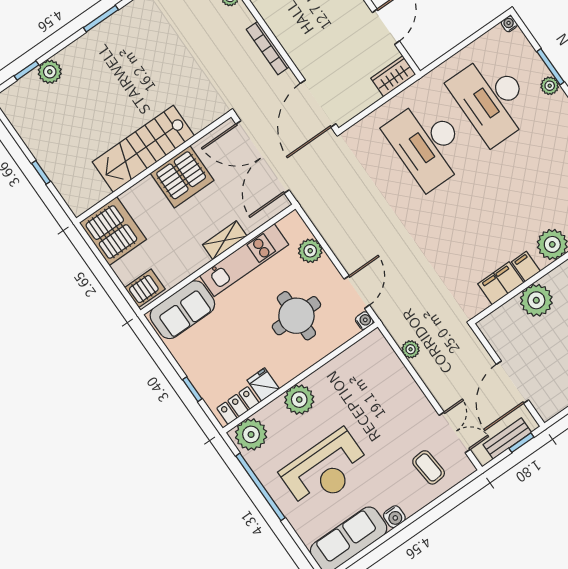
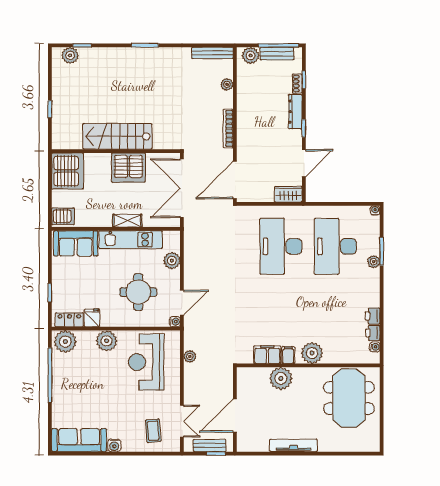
plant: (50, 72) -> (70, 55), moved
reception desk: (325, 470) -> (146, 362), moved, turned 90

